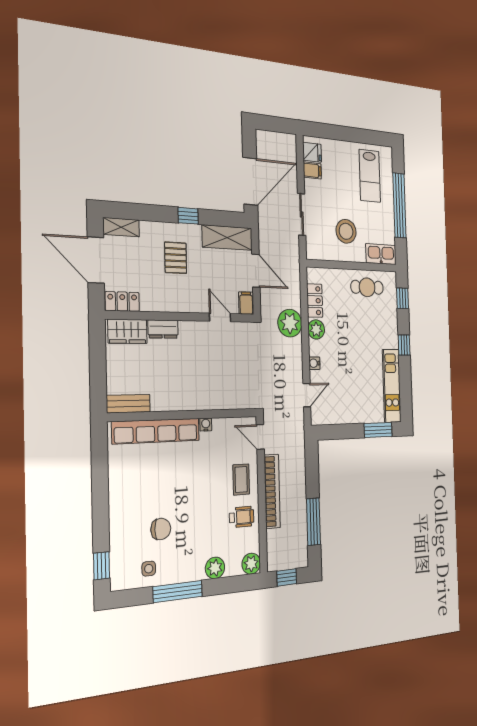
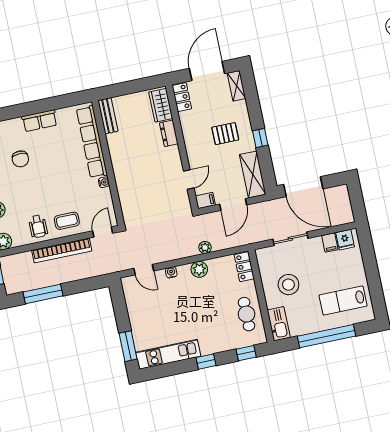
locker: (315, 301) -> (244, 267), moved, turned 90
plant: (290, 323) -> (205, 247), width x0.53, depth x0.53
row of seats: (118, 496) -> (40, 121), added

